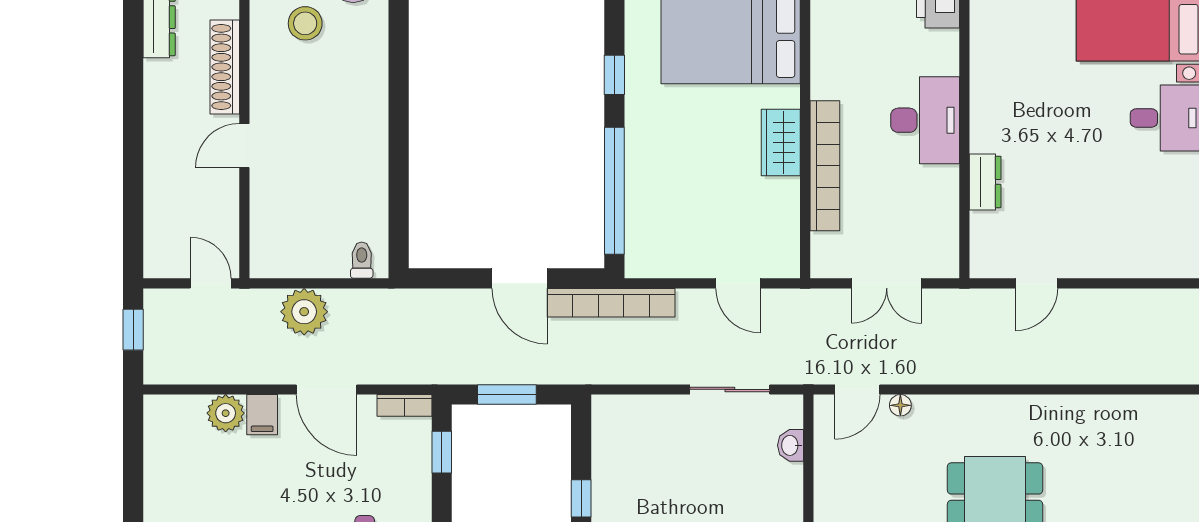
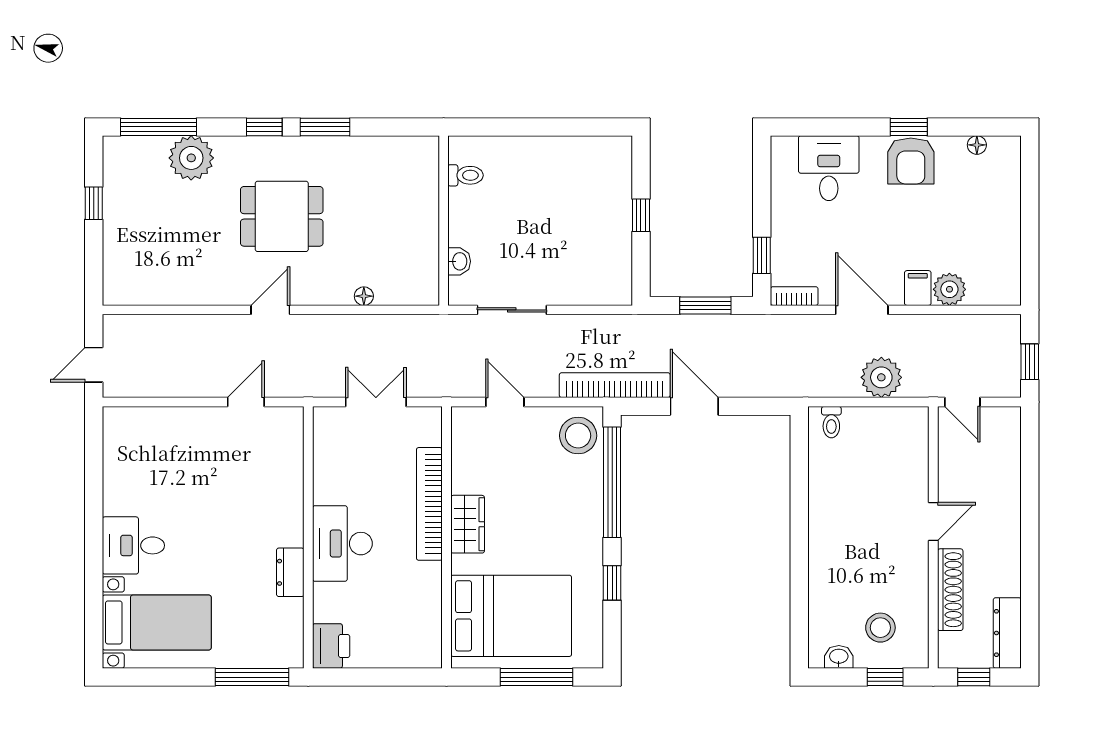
dresser: (985, 182) -> (290, 572), moved
stool: (654, 245) -> (578, 436), added
door: (857, 389) -> (270, 310), moved

